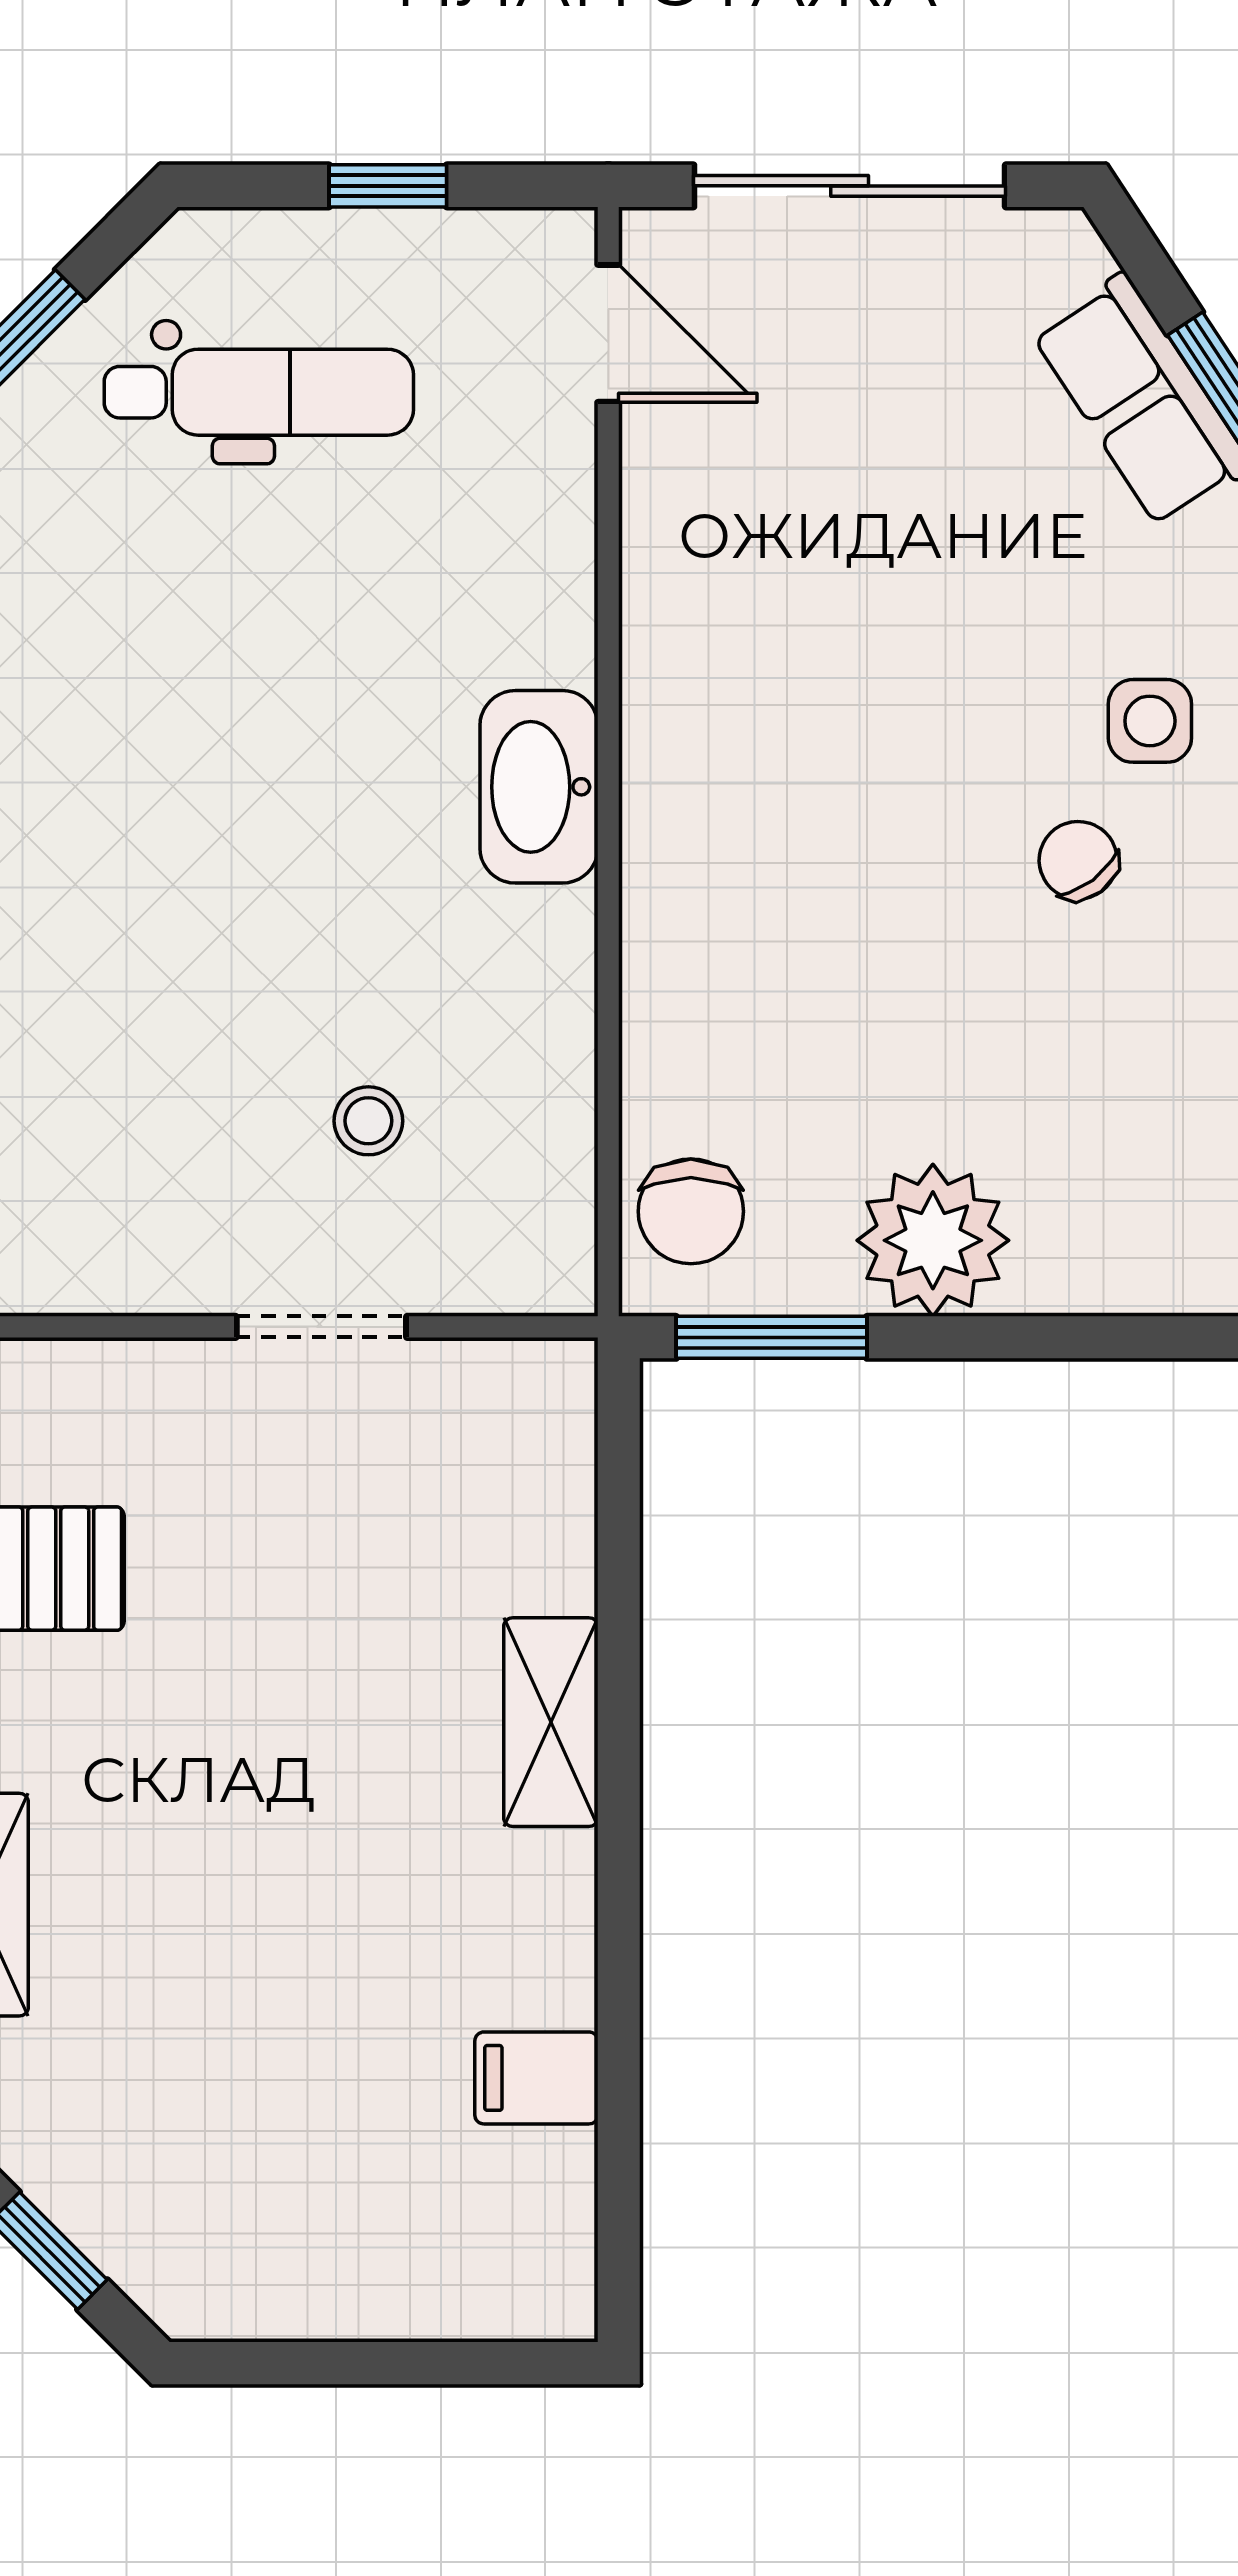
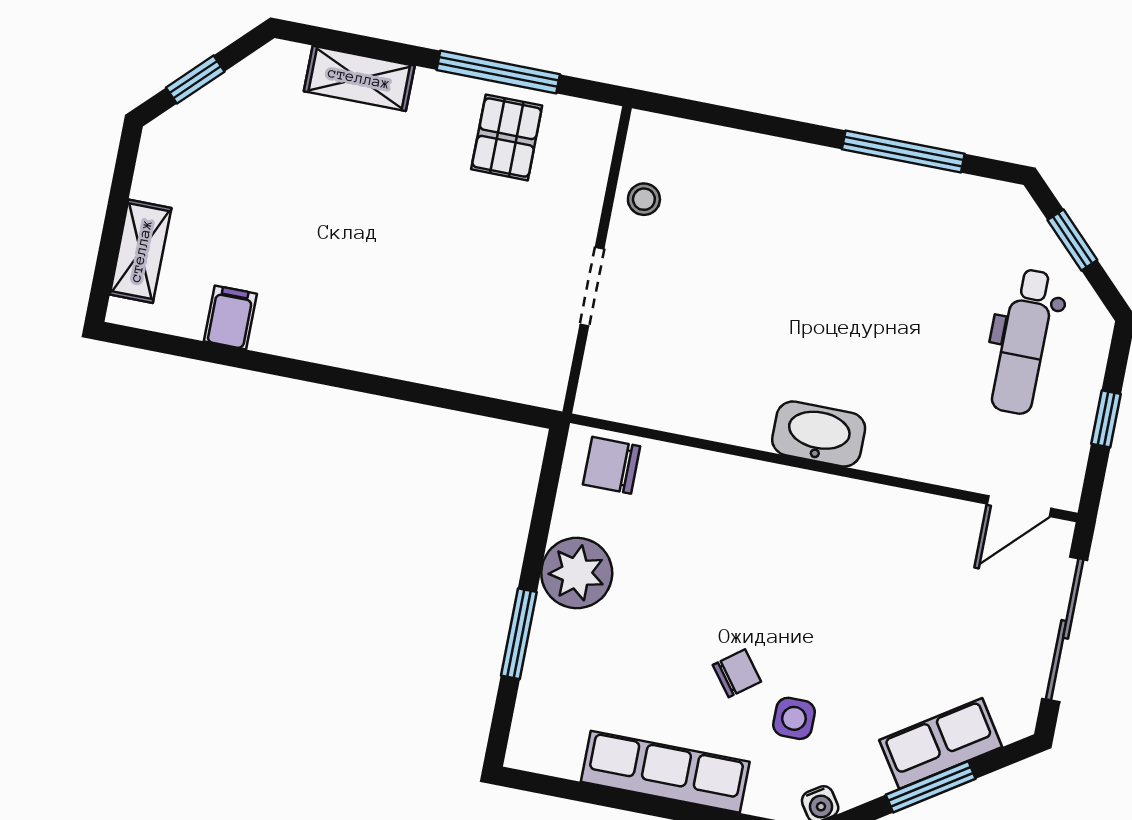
stool: (368, 1121) -> (644, 199), moved
window: (772, 1337) -> (519, 634), moved
shelving: (551, 1722) -> (141, 251), moved, turned 90

